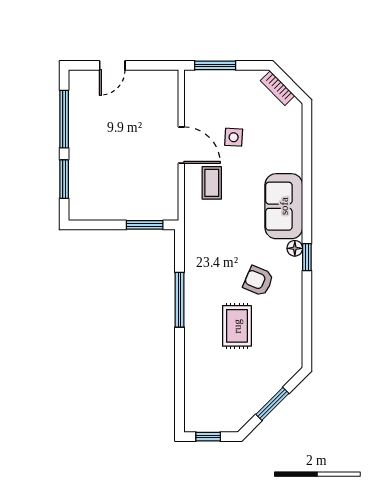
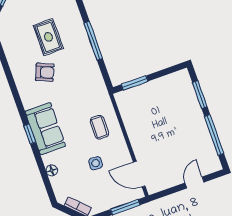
door: (181, 145) -> (139, 174), moved
floor lamp: (295, 248) -> (52, 170), moved
window: (307, 257) -> (30, 134), moved

